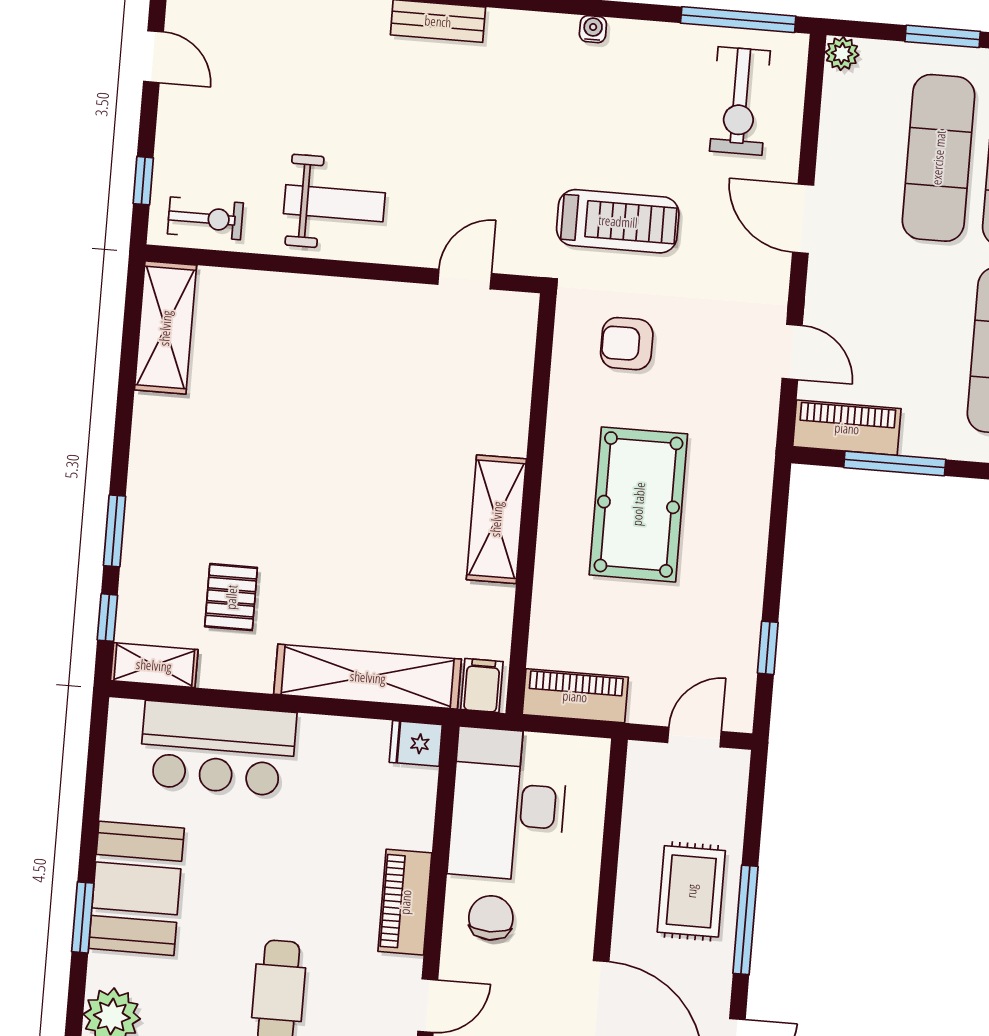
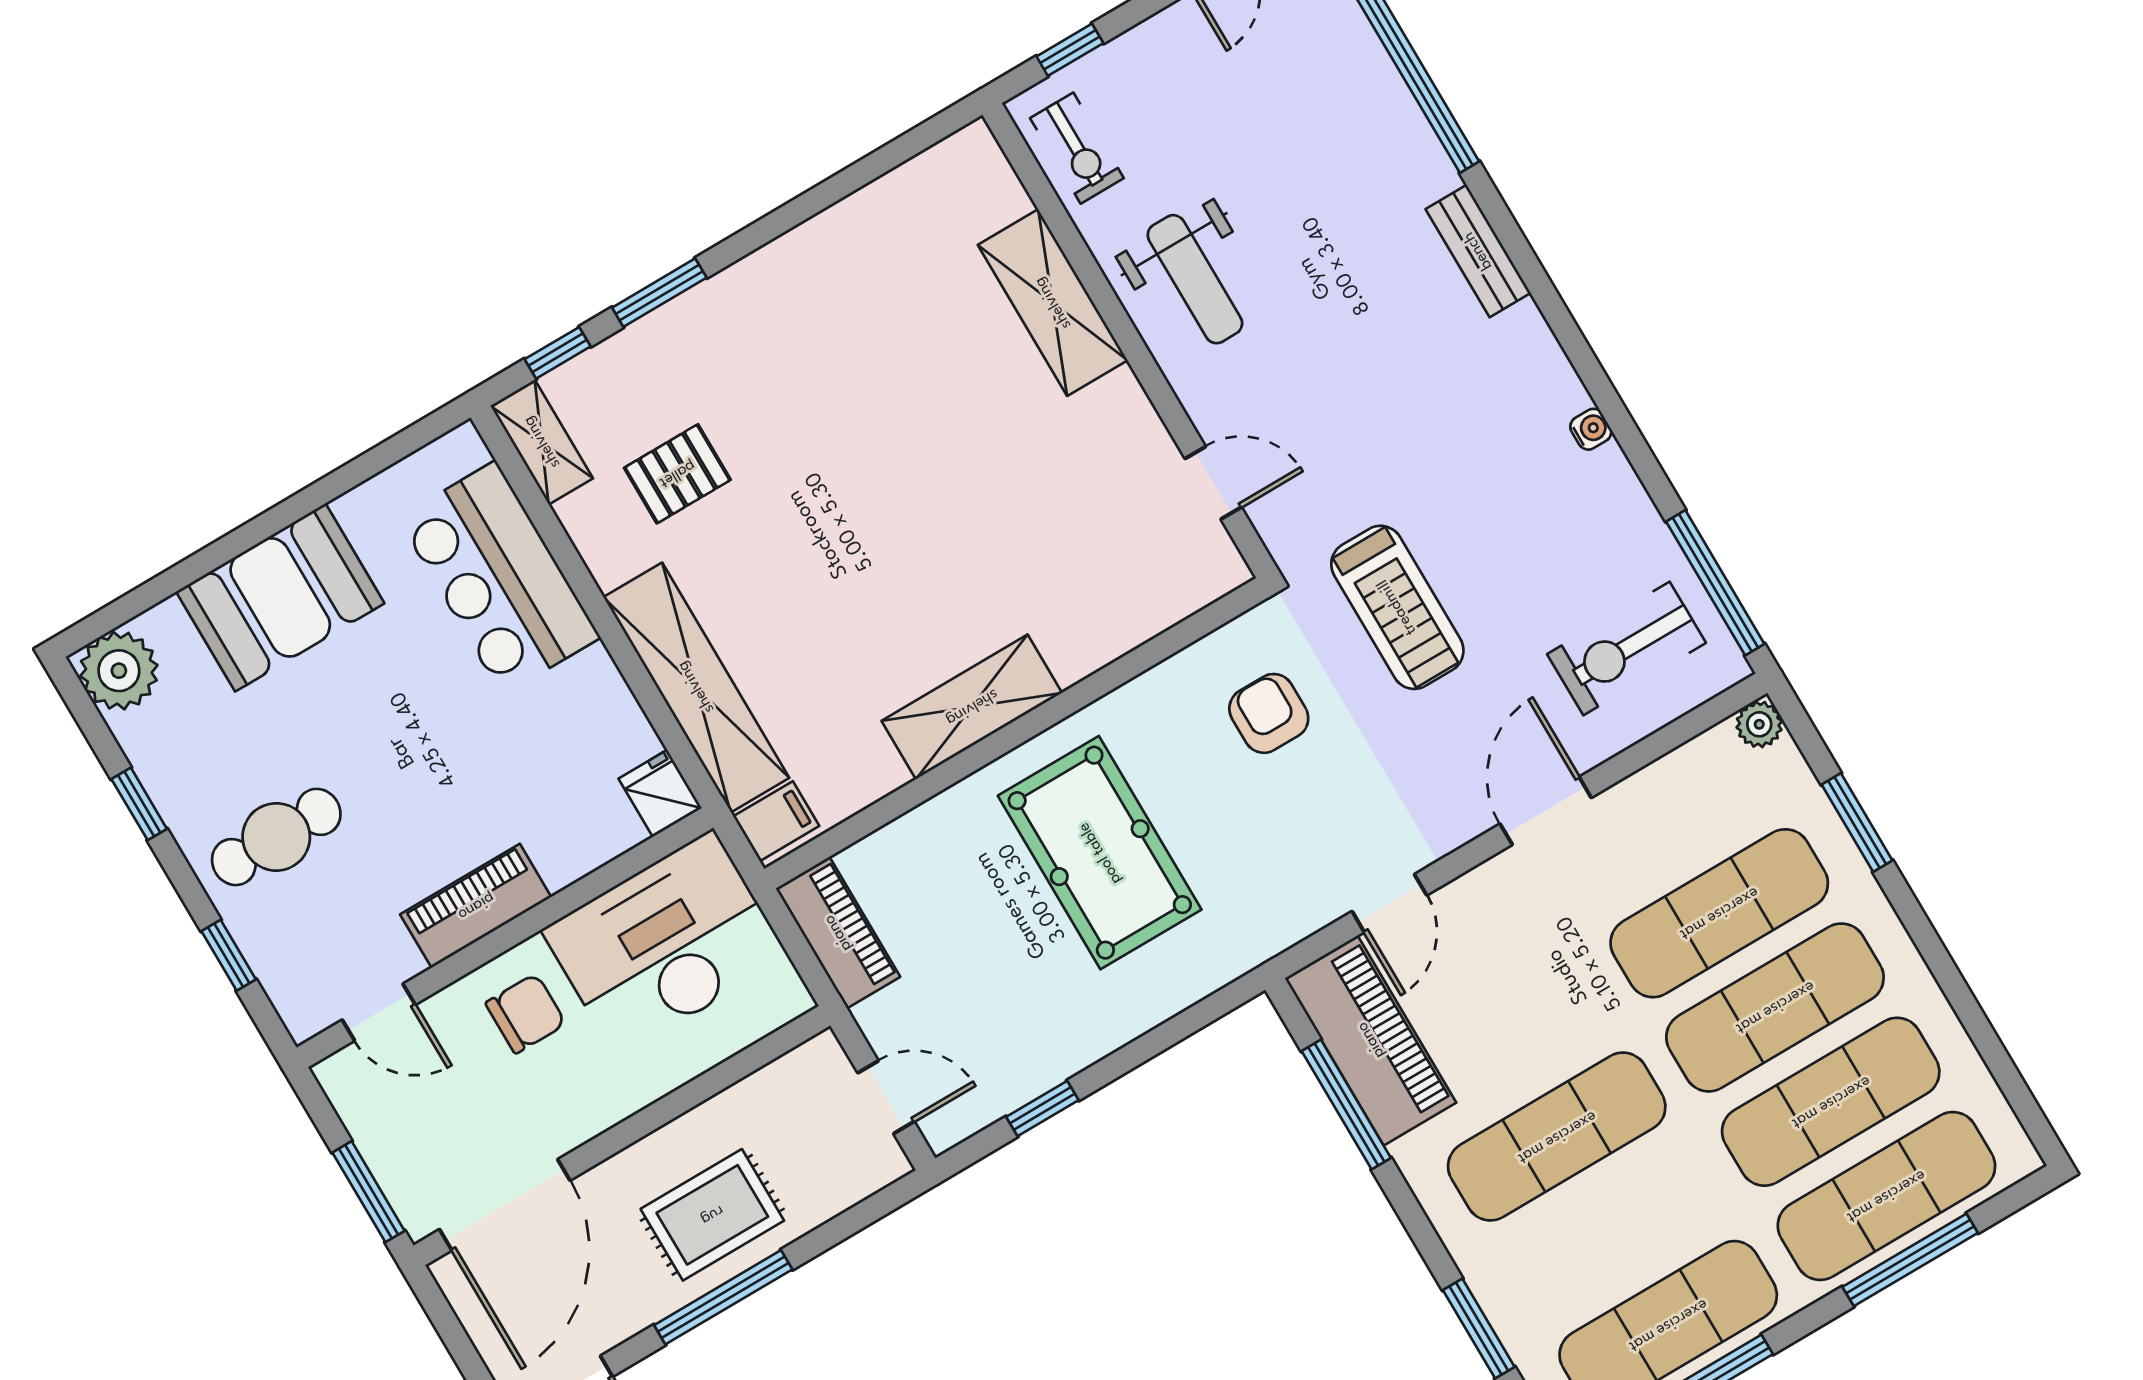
shelving: (165, 328) -> (1053, 303), moved, turned 90
piano: (847, 428) -> (1371, 1040), width x1.37, depth x1.33
pool table: (638, 504) -> (1100, 853), turned 90
window: (83, 917) -> (206, 561), removed

